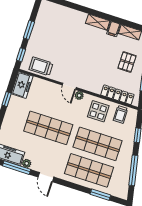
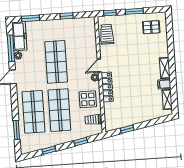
pallet: (127, 62) -> (151, 27), moved
freezer: (22, 85) -> (84, 25), removed
locker: (117, 95) -> (107, 87), moved
window: (133, 170) -> (49, 150), width x0.46

